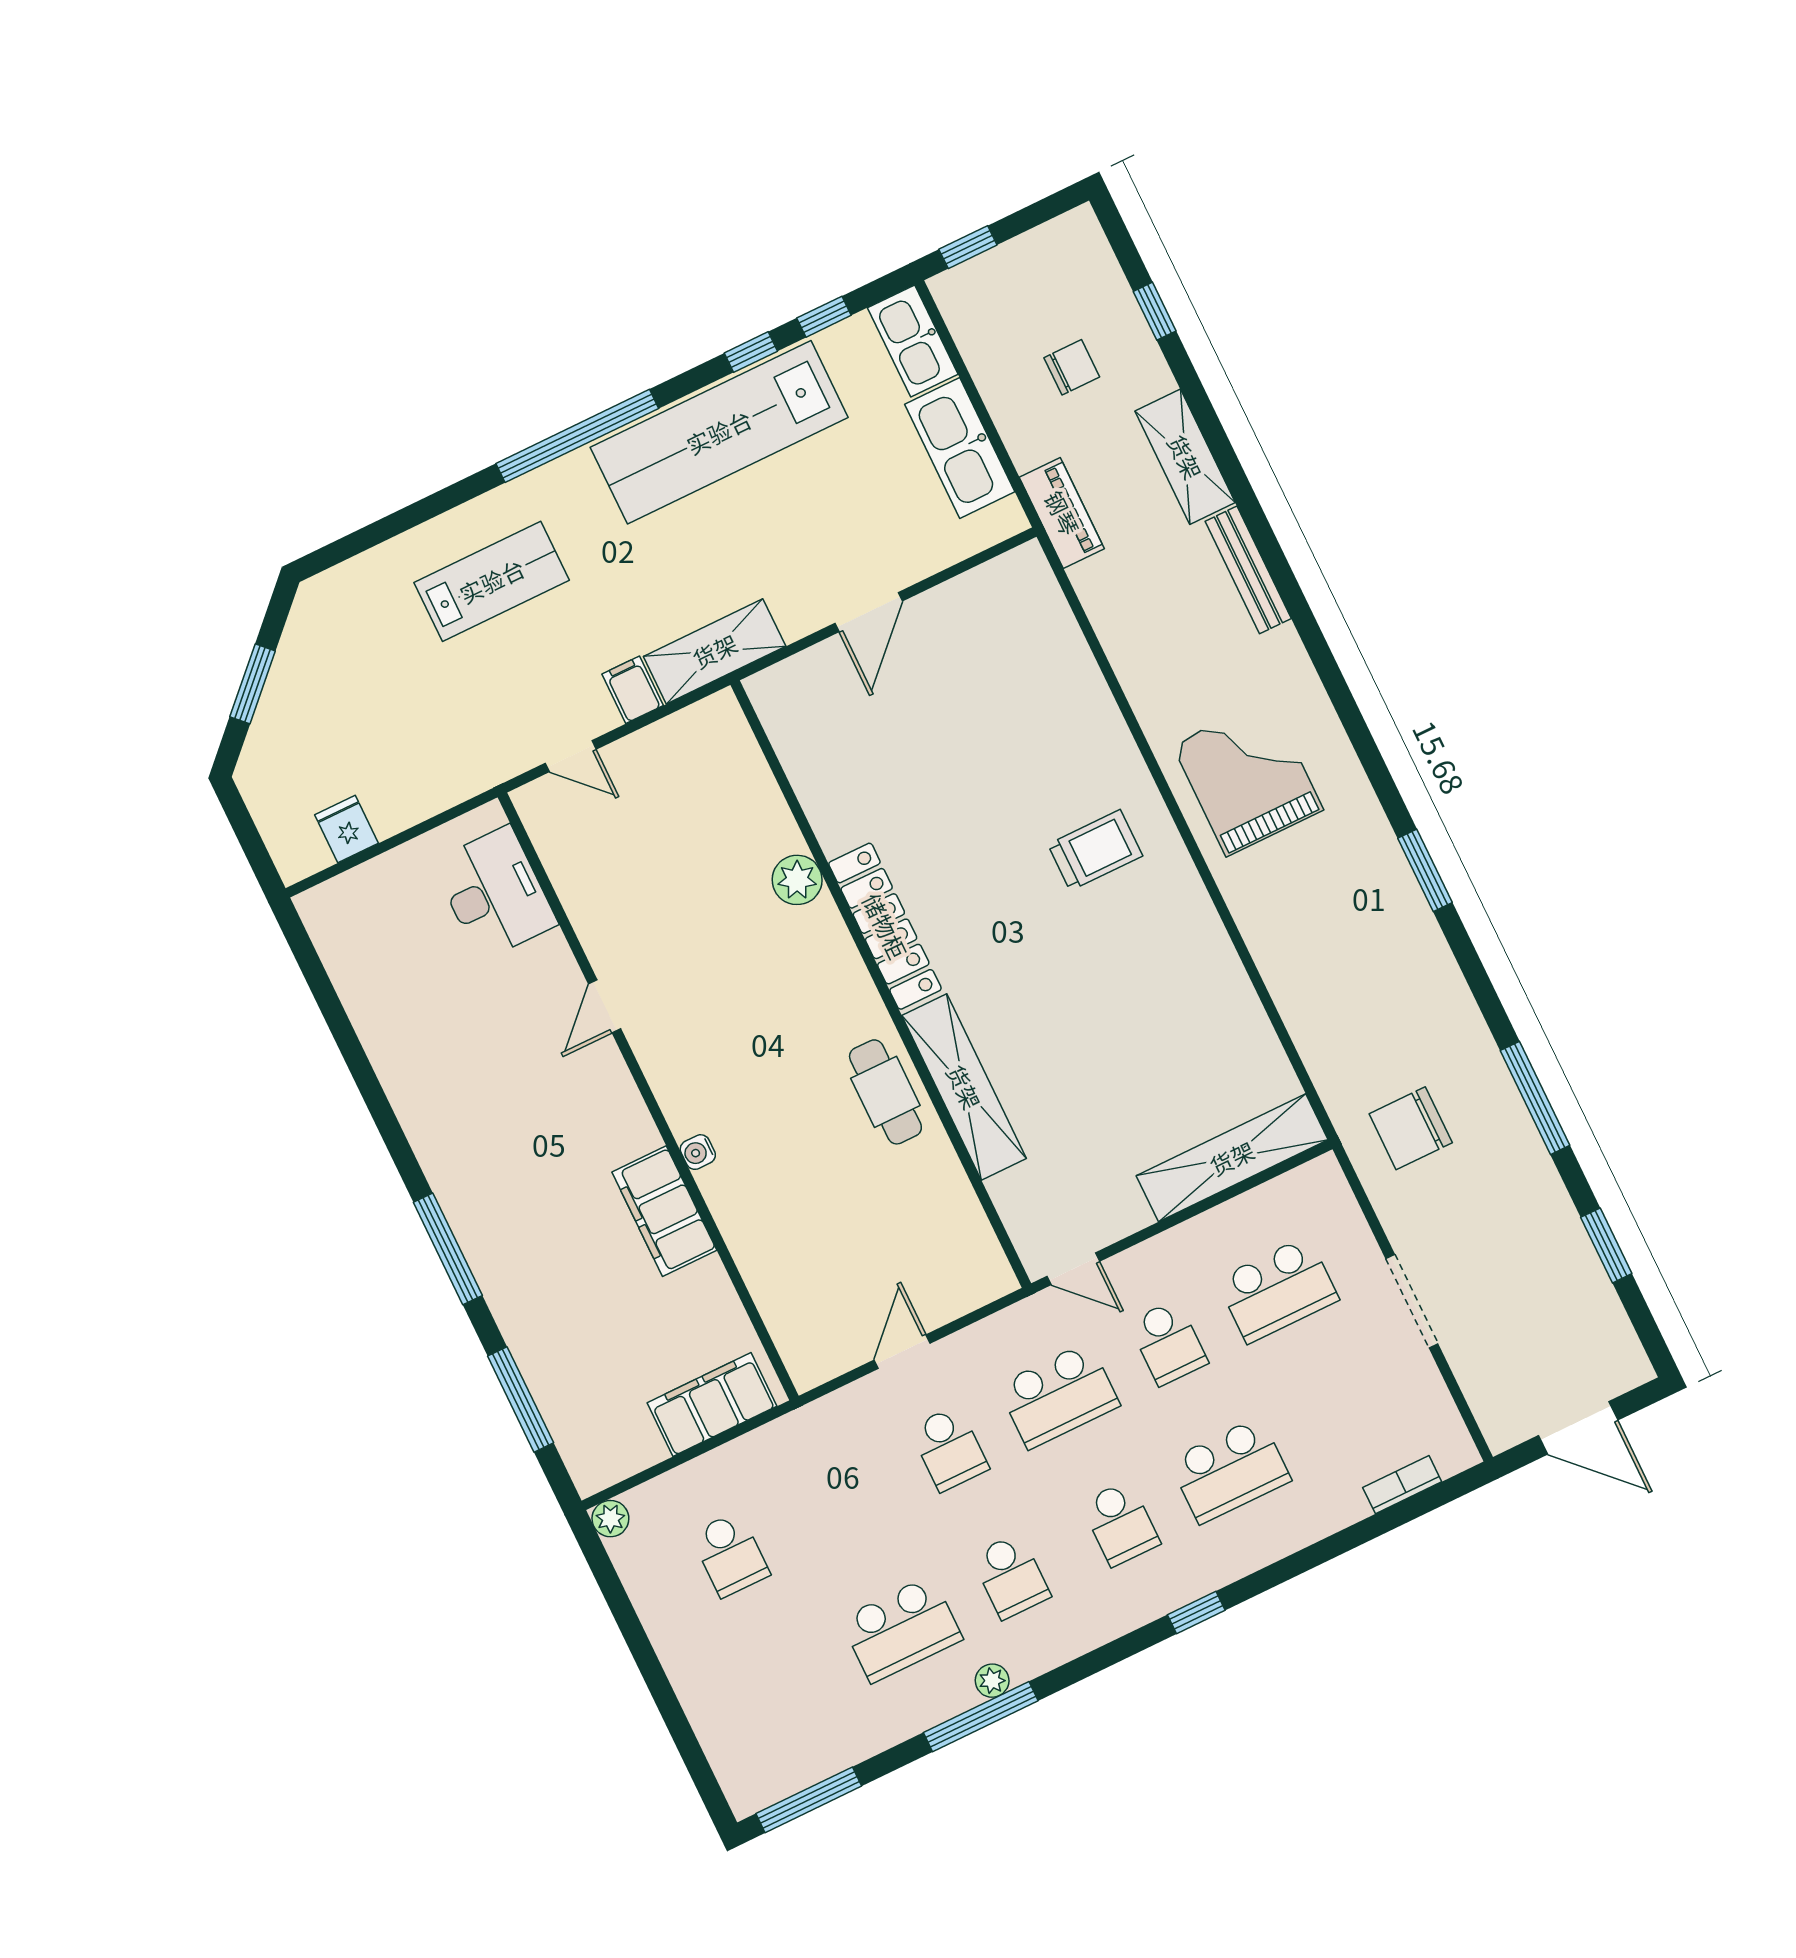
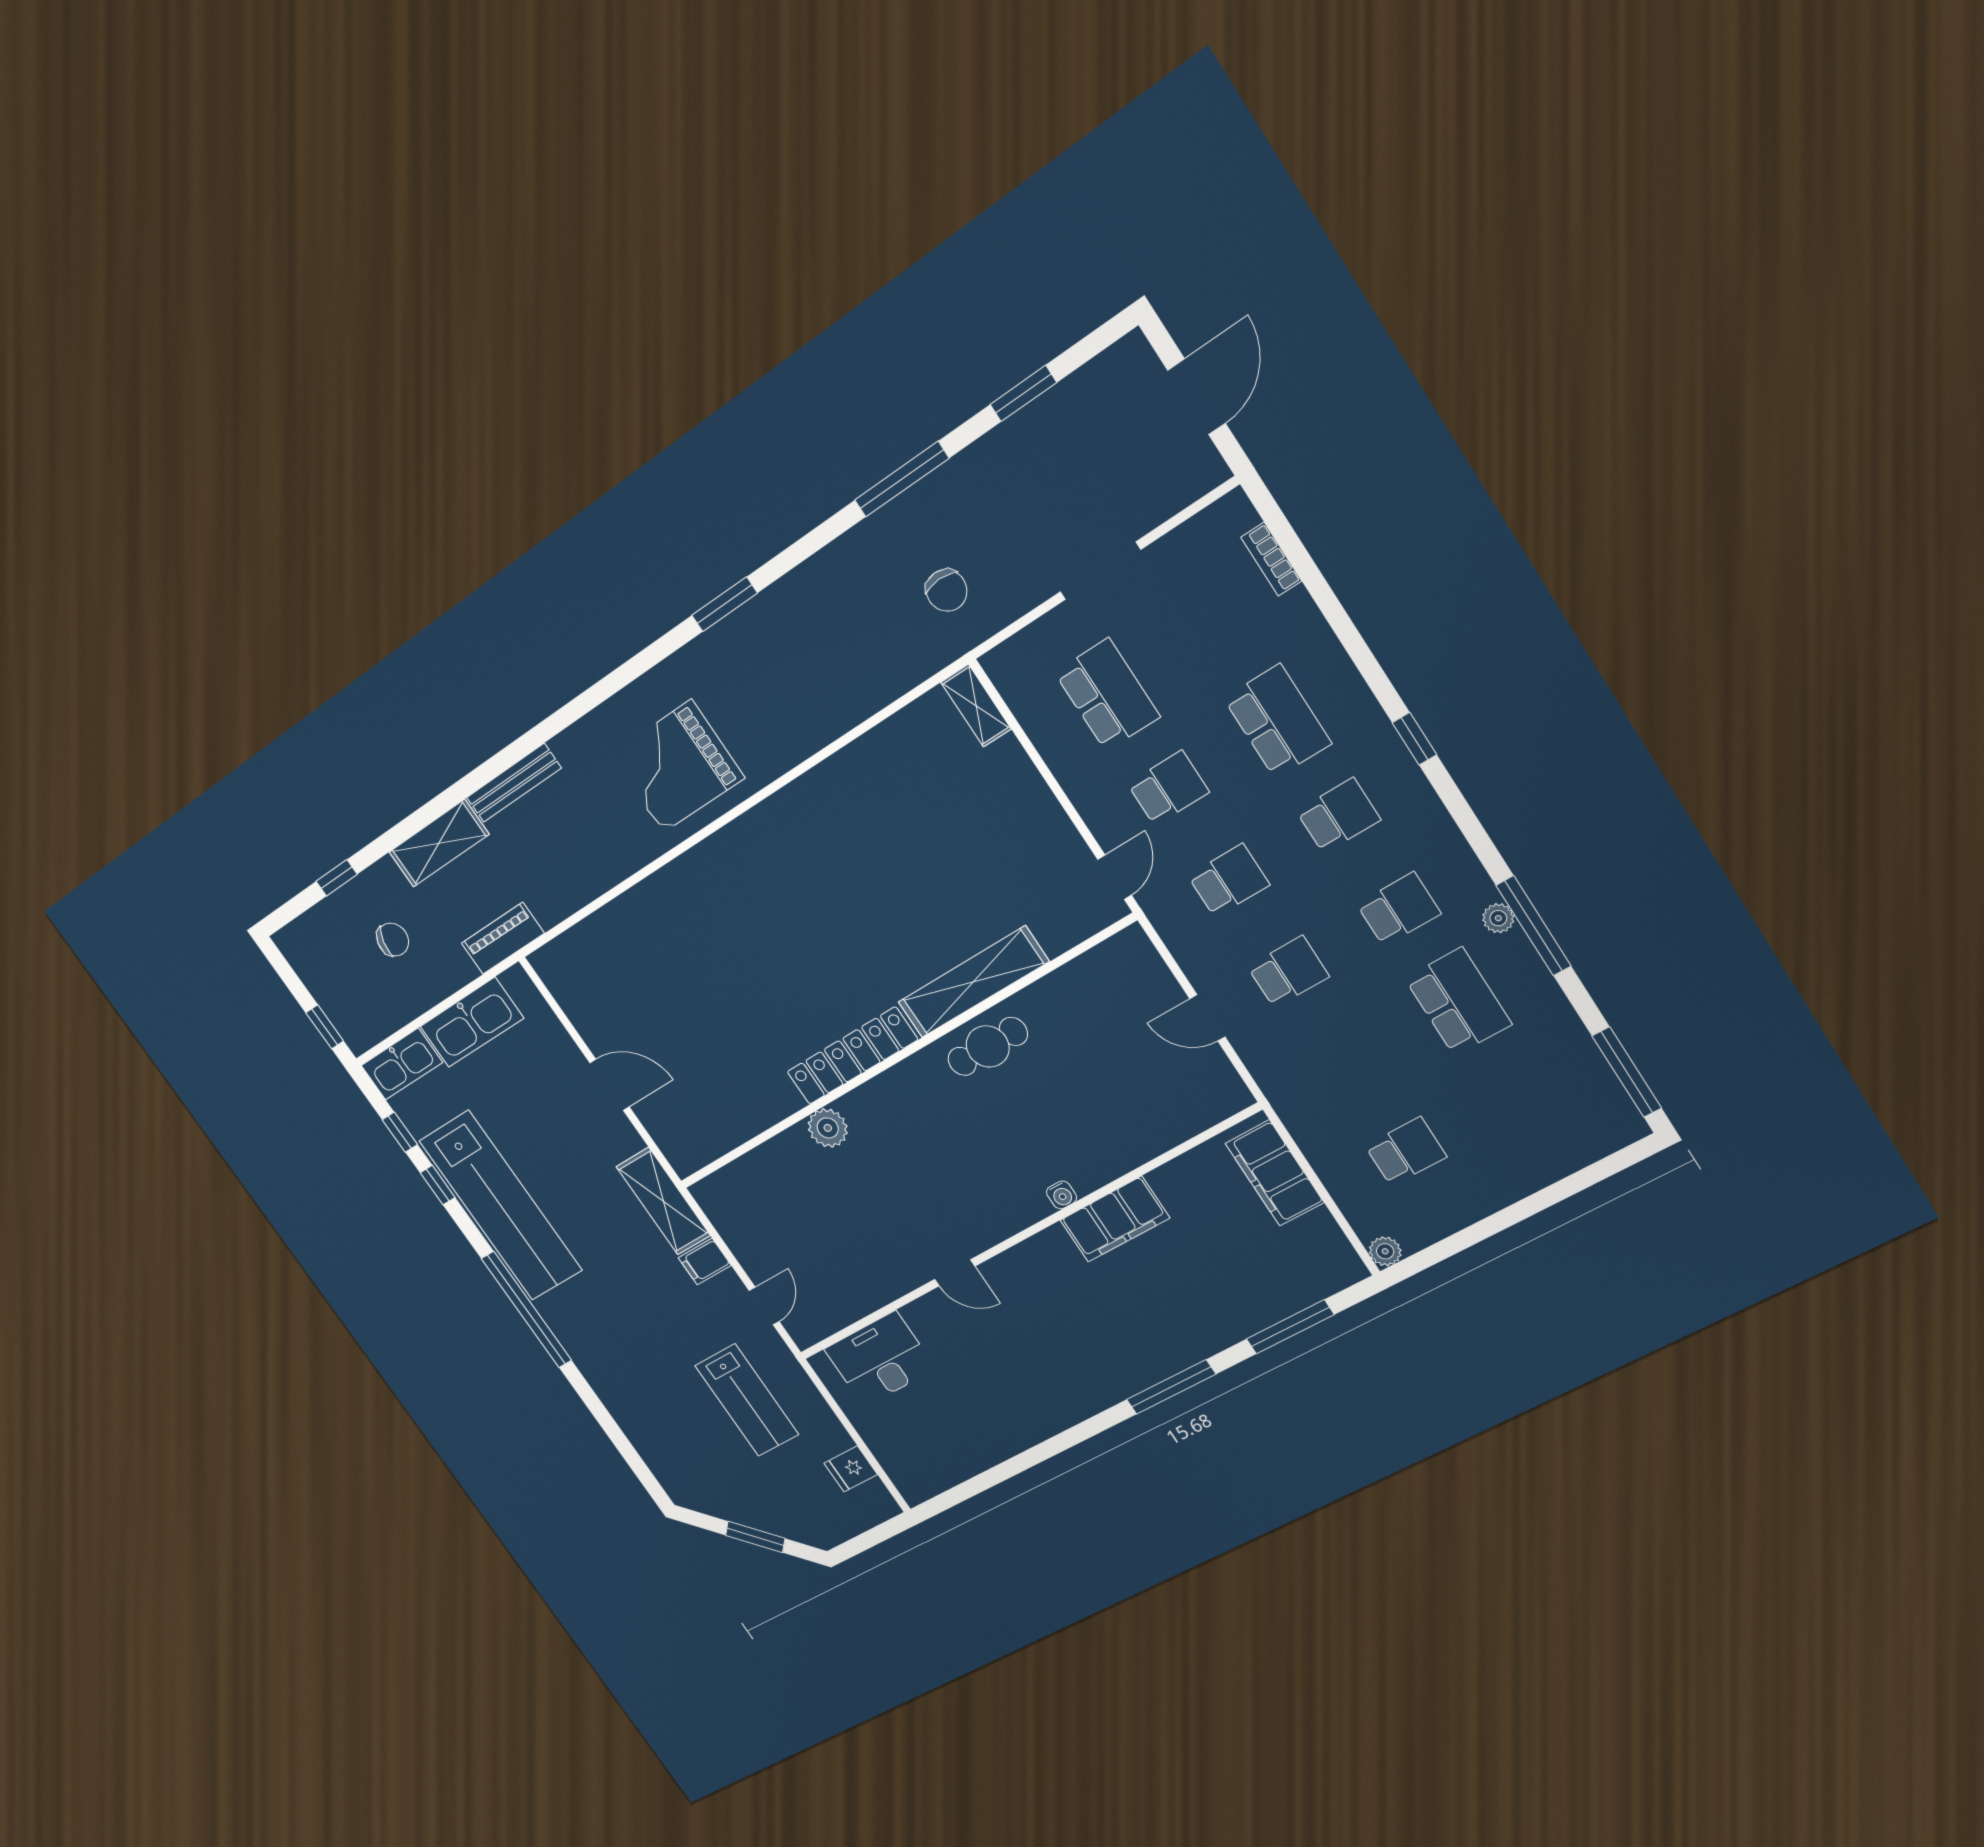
chair: (1072, 367) -> (393, 940), turned 105
lab bench: (492, 581) -> (747, 1400), moved, turned 180
trolley: (1095, 850) -> (760, 889), removed
chair: (1411, 1128) -> (946, 590), width x0.73, depth x0.73
shelving: (1232, 1158) -> (976, 706), width x0.45, depth x0.75
school desk: (1059, 1395) -> (1229, 880), width x0.54

